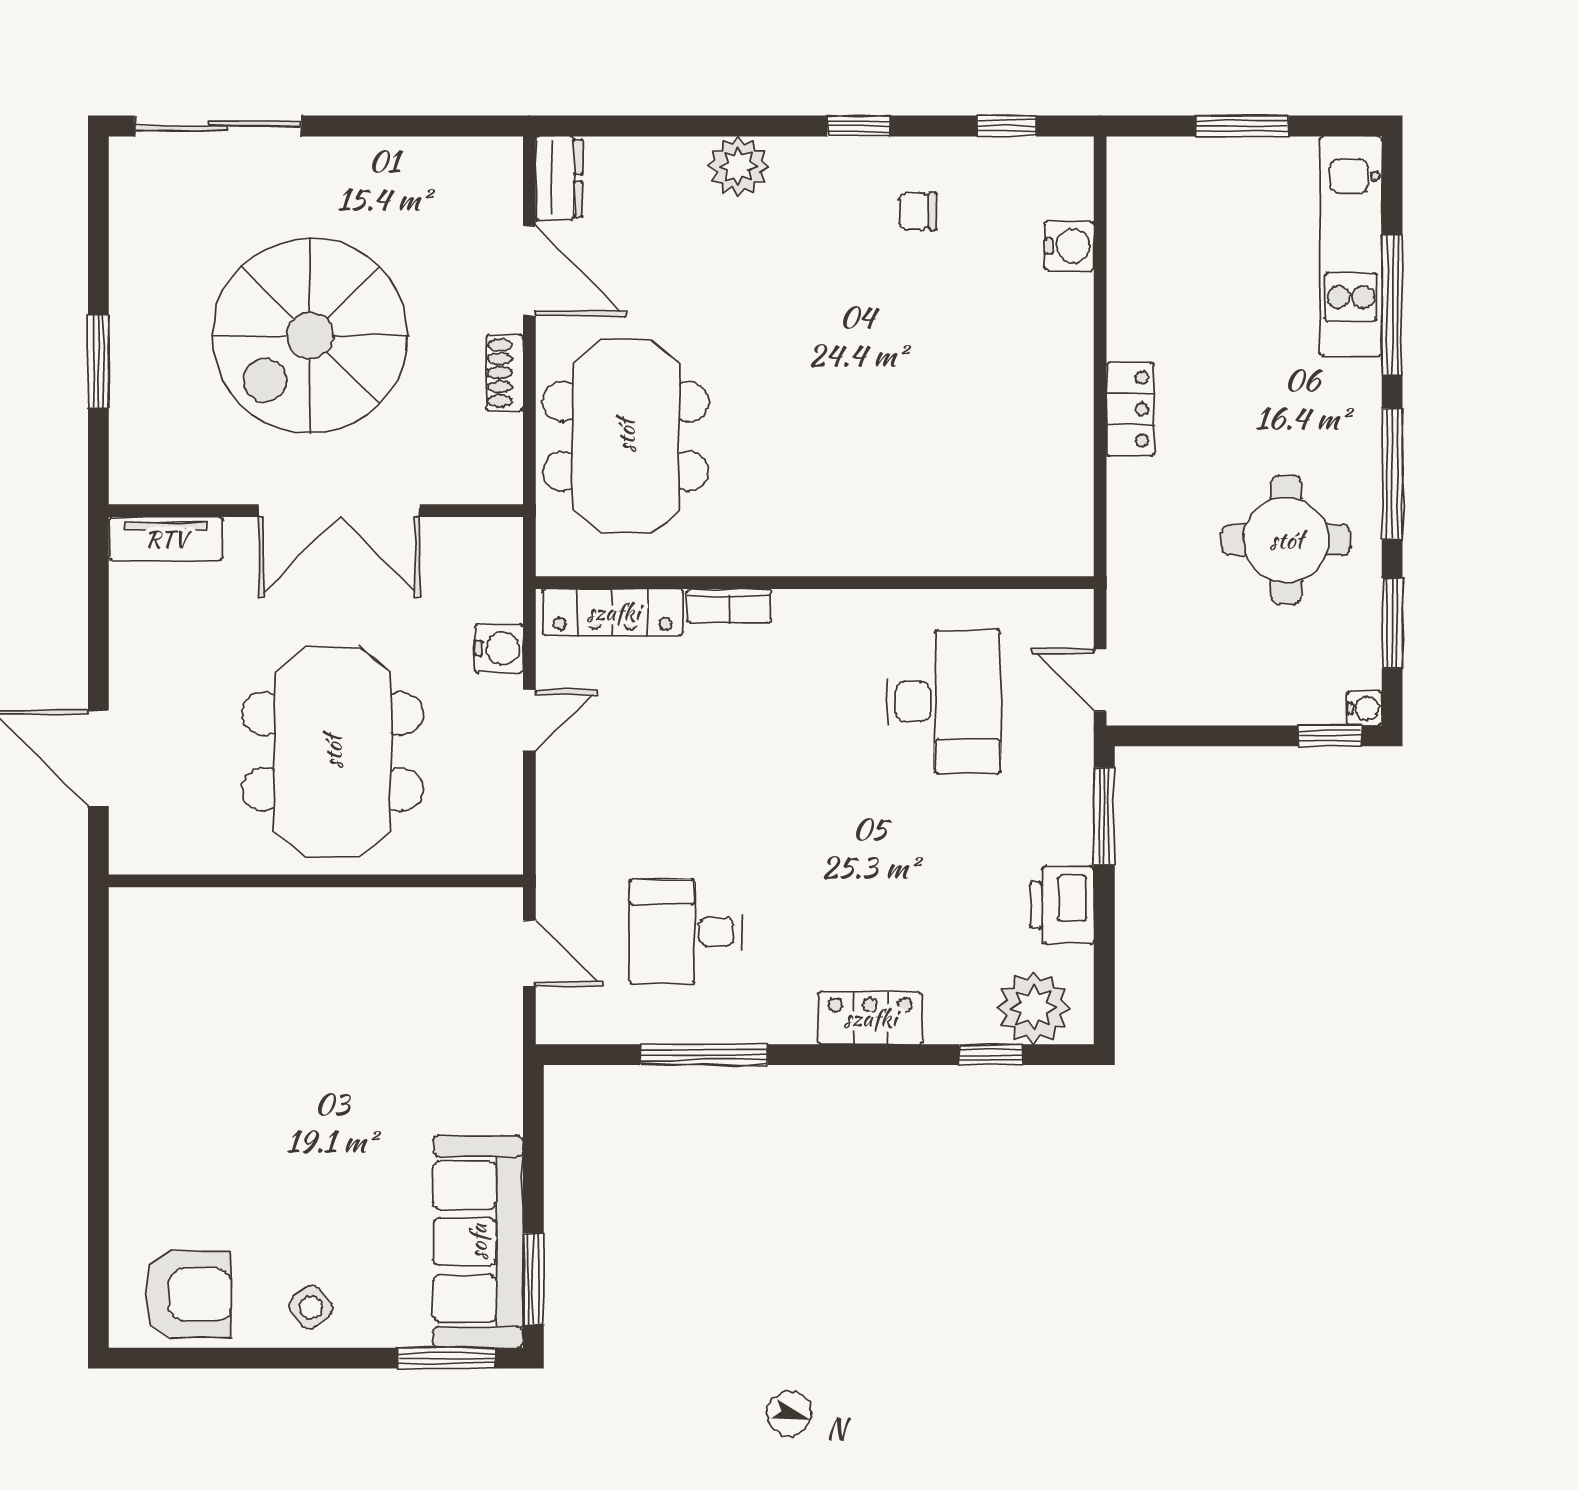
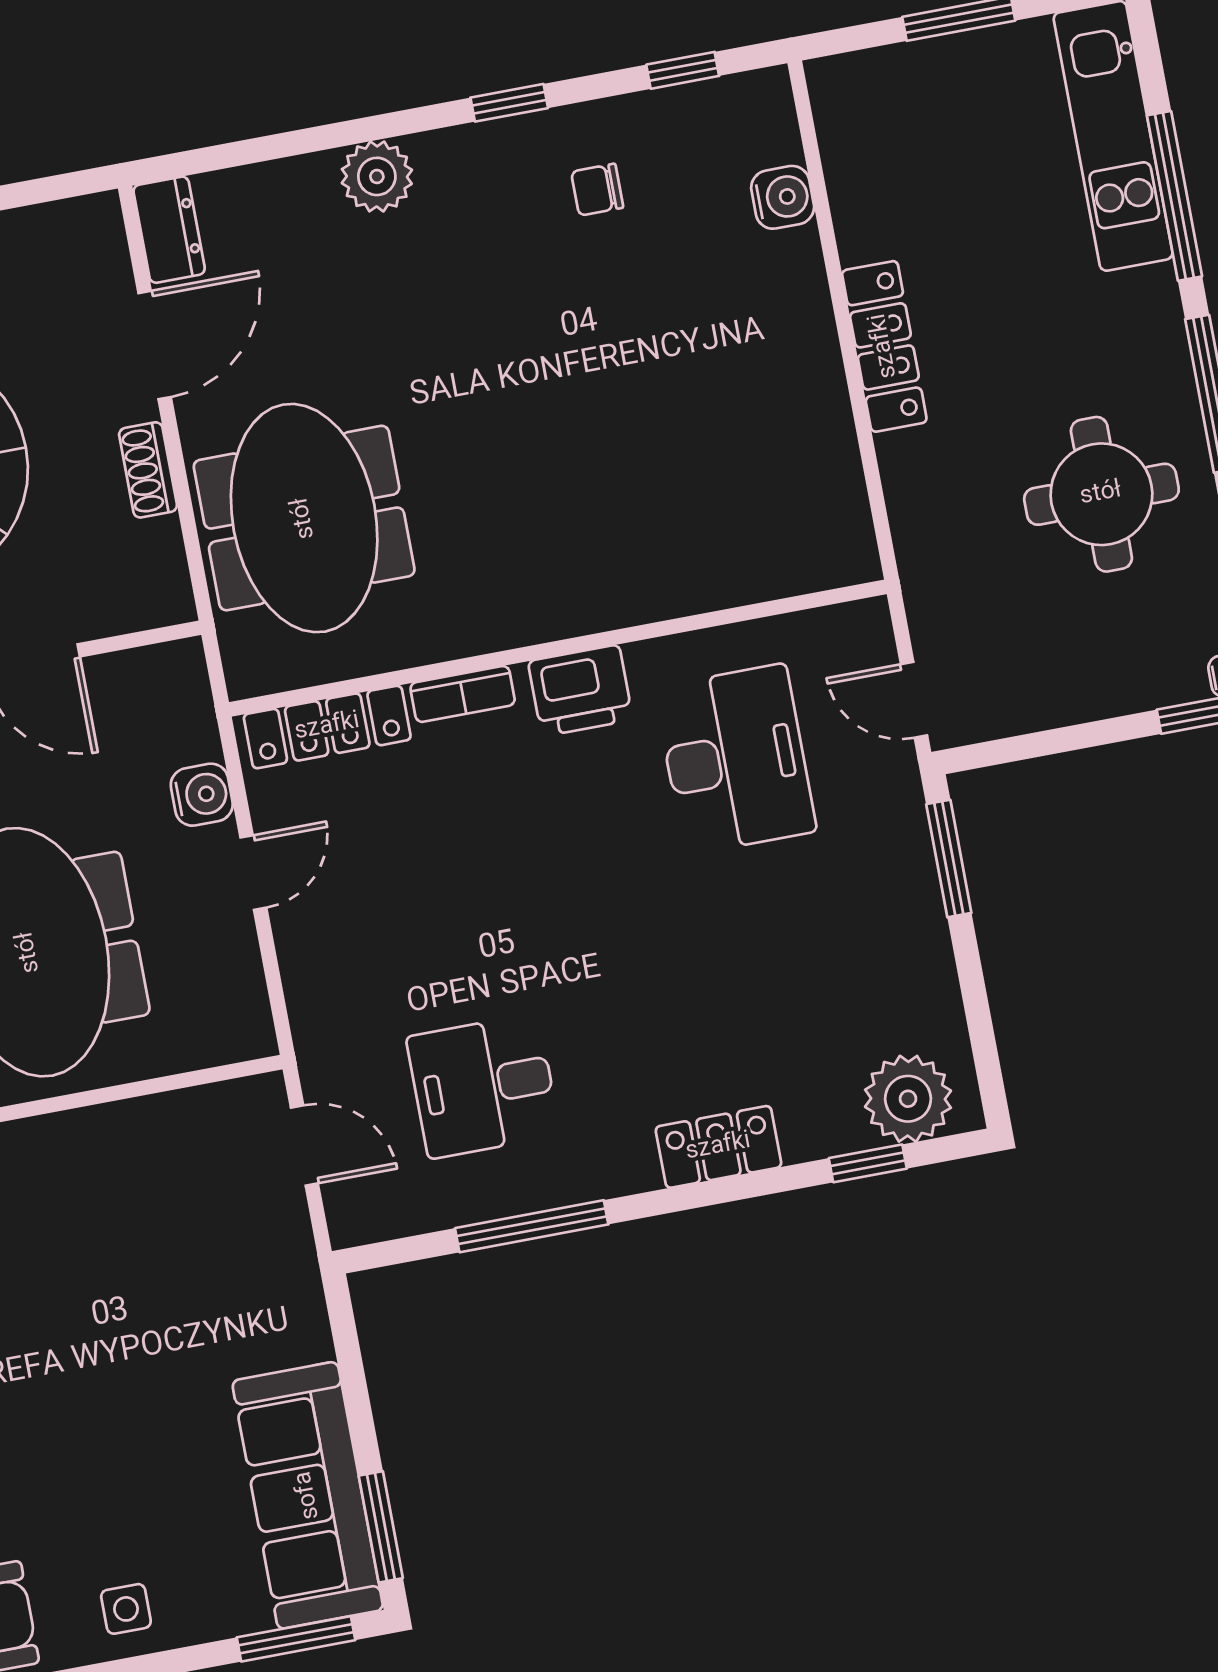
door: (529, 271) -> (155, 345), hinge flipped
locker: (1130, 409) -> (884, 346), width x1.53
printer: (1062, 905) -> (580, 691), moved, turned -90
side table: (311, 1307) -> (126, 1609), turned 37

